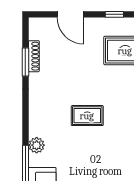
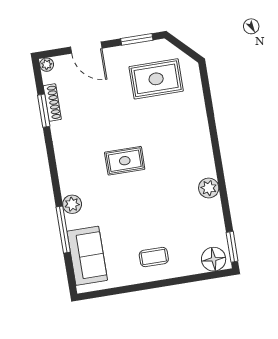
window: (114, 14) -> (137, 39), width x1.50
plant: (34, 23) -> (47, 65), added

